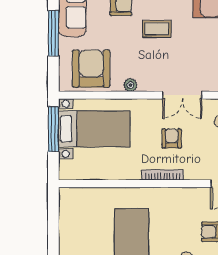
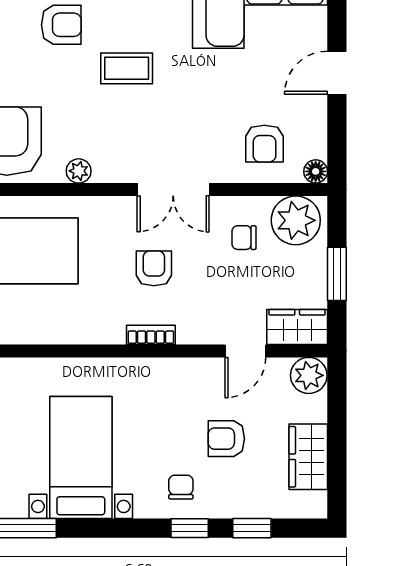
bookcase: (163, 175) -> (151, 335), width x0.64

